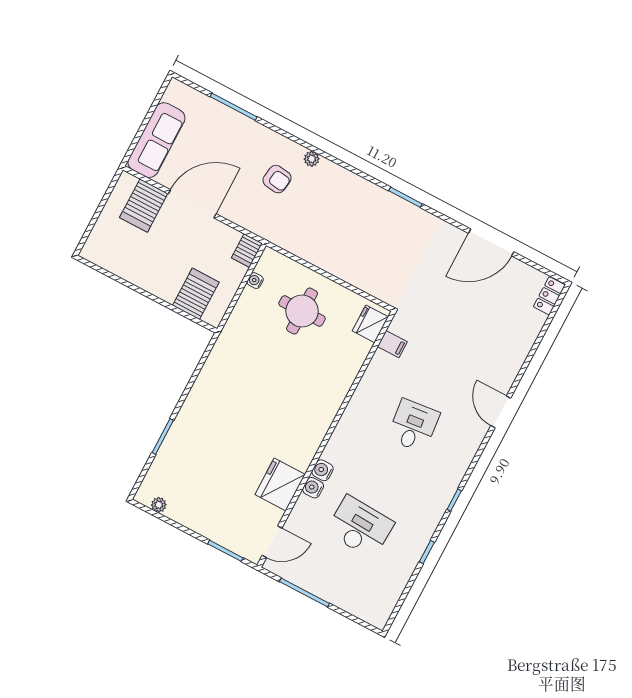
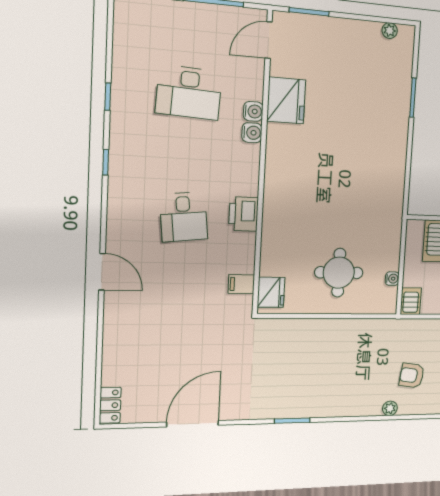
printer: (362, 404) -> (244, 214), added

